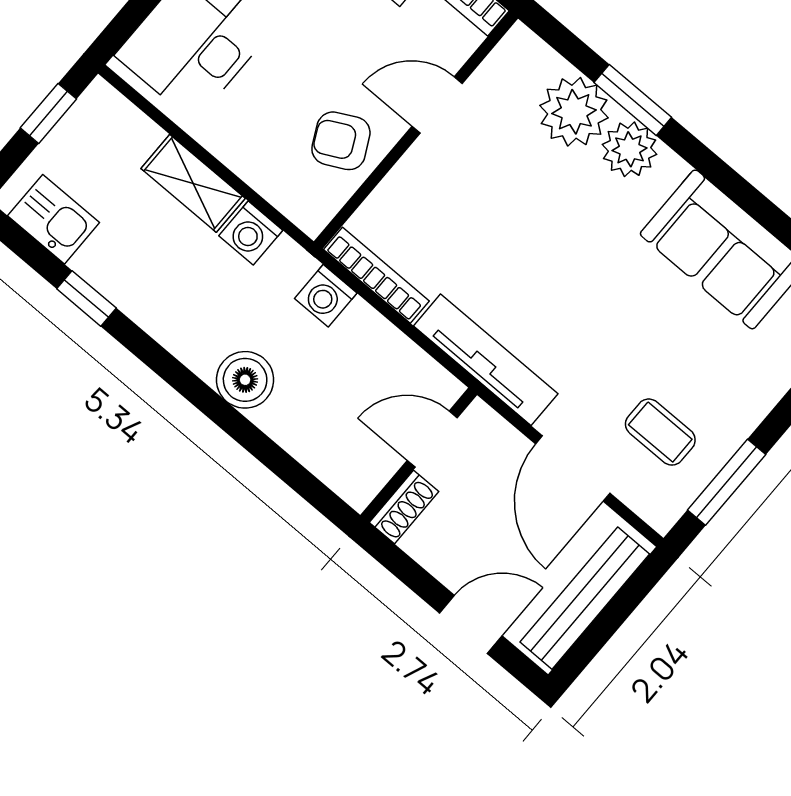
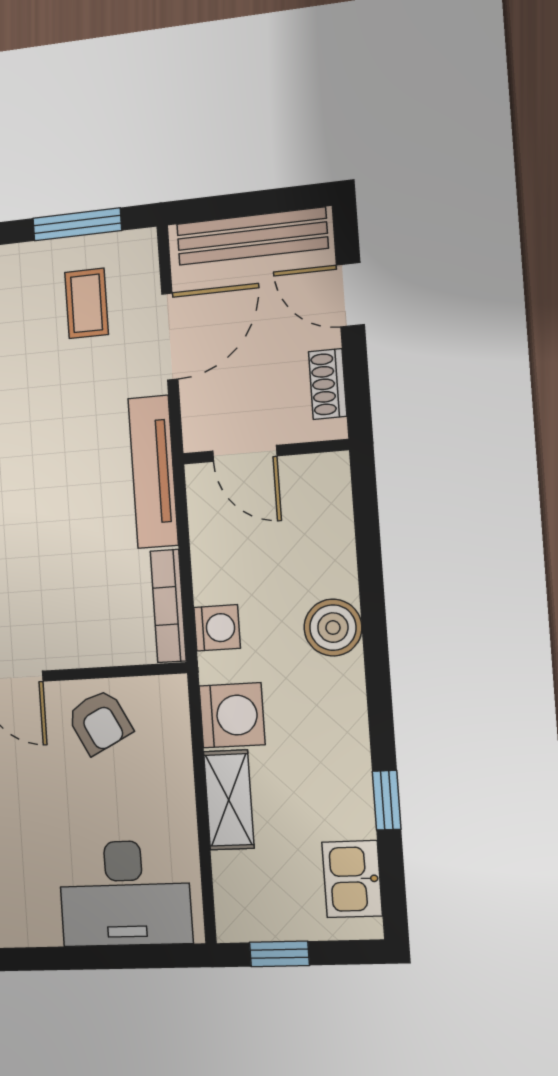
washing machine: (251, 233) -> (232, 715), width x1.38, depth x1.38
shoe rack: (404, 507) -> (328, 384), moved, turned -90

